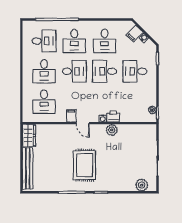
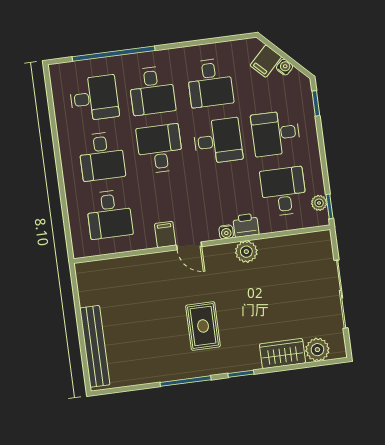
desk: (74, 71) -> (160, 149), turned -90
desk: (105, 71) -> (218, 141), turned 180
desk: (135, 102) -> (283, 191), added
wardrobe: (29, 135) -> (282, 353), moved, turned -90
rug: (85, 165) -> (203, 326), width x0.73, depth x0.70

